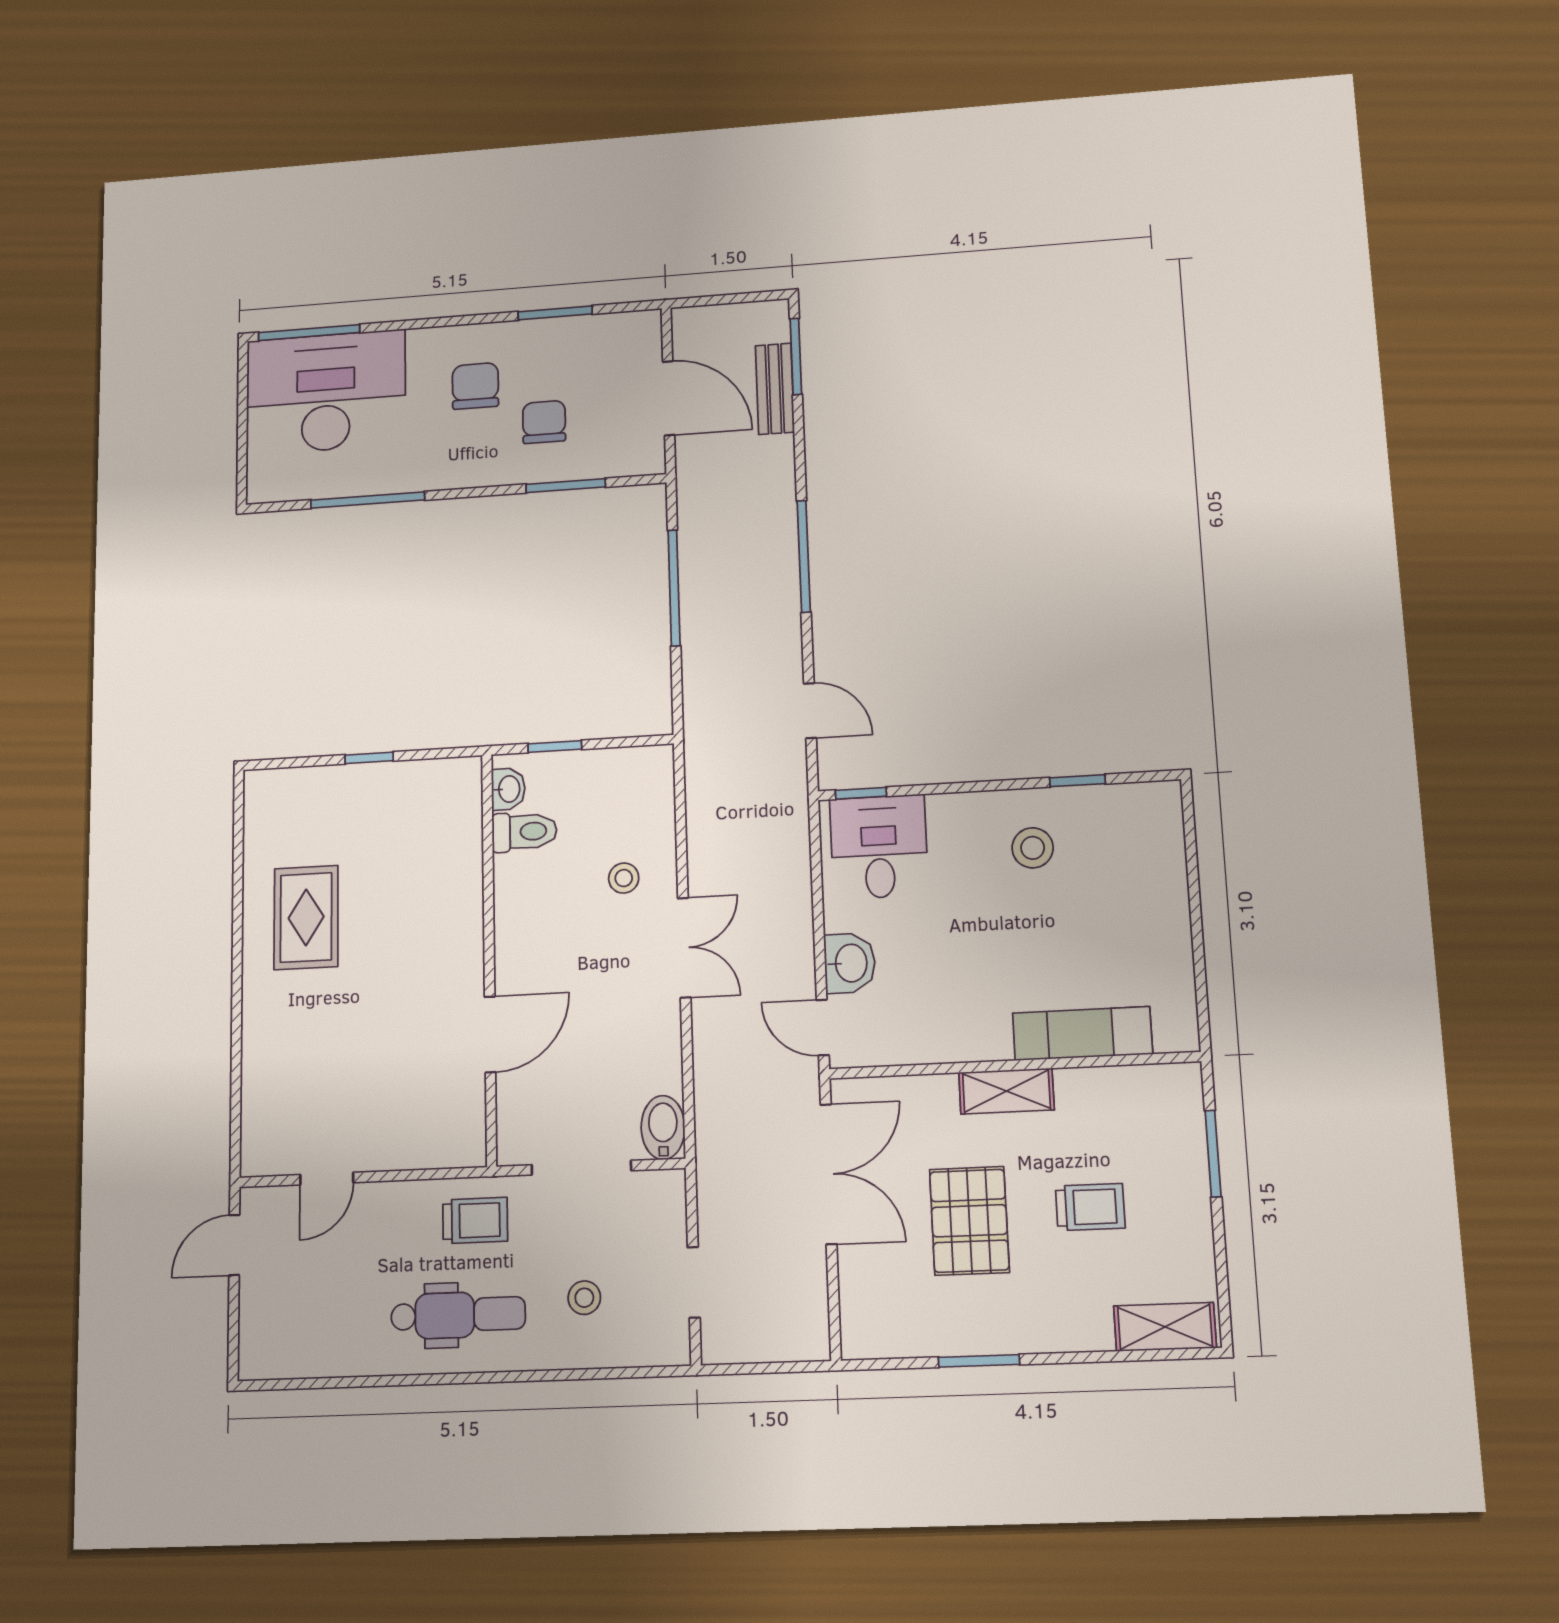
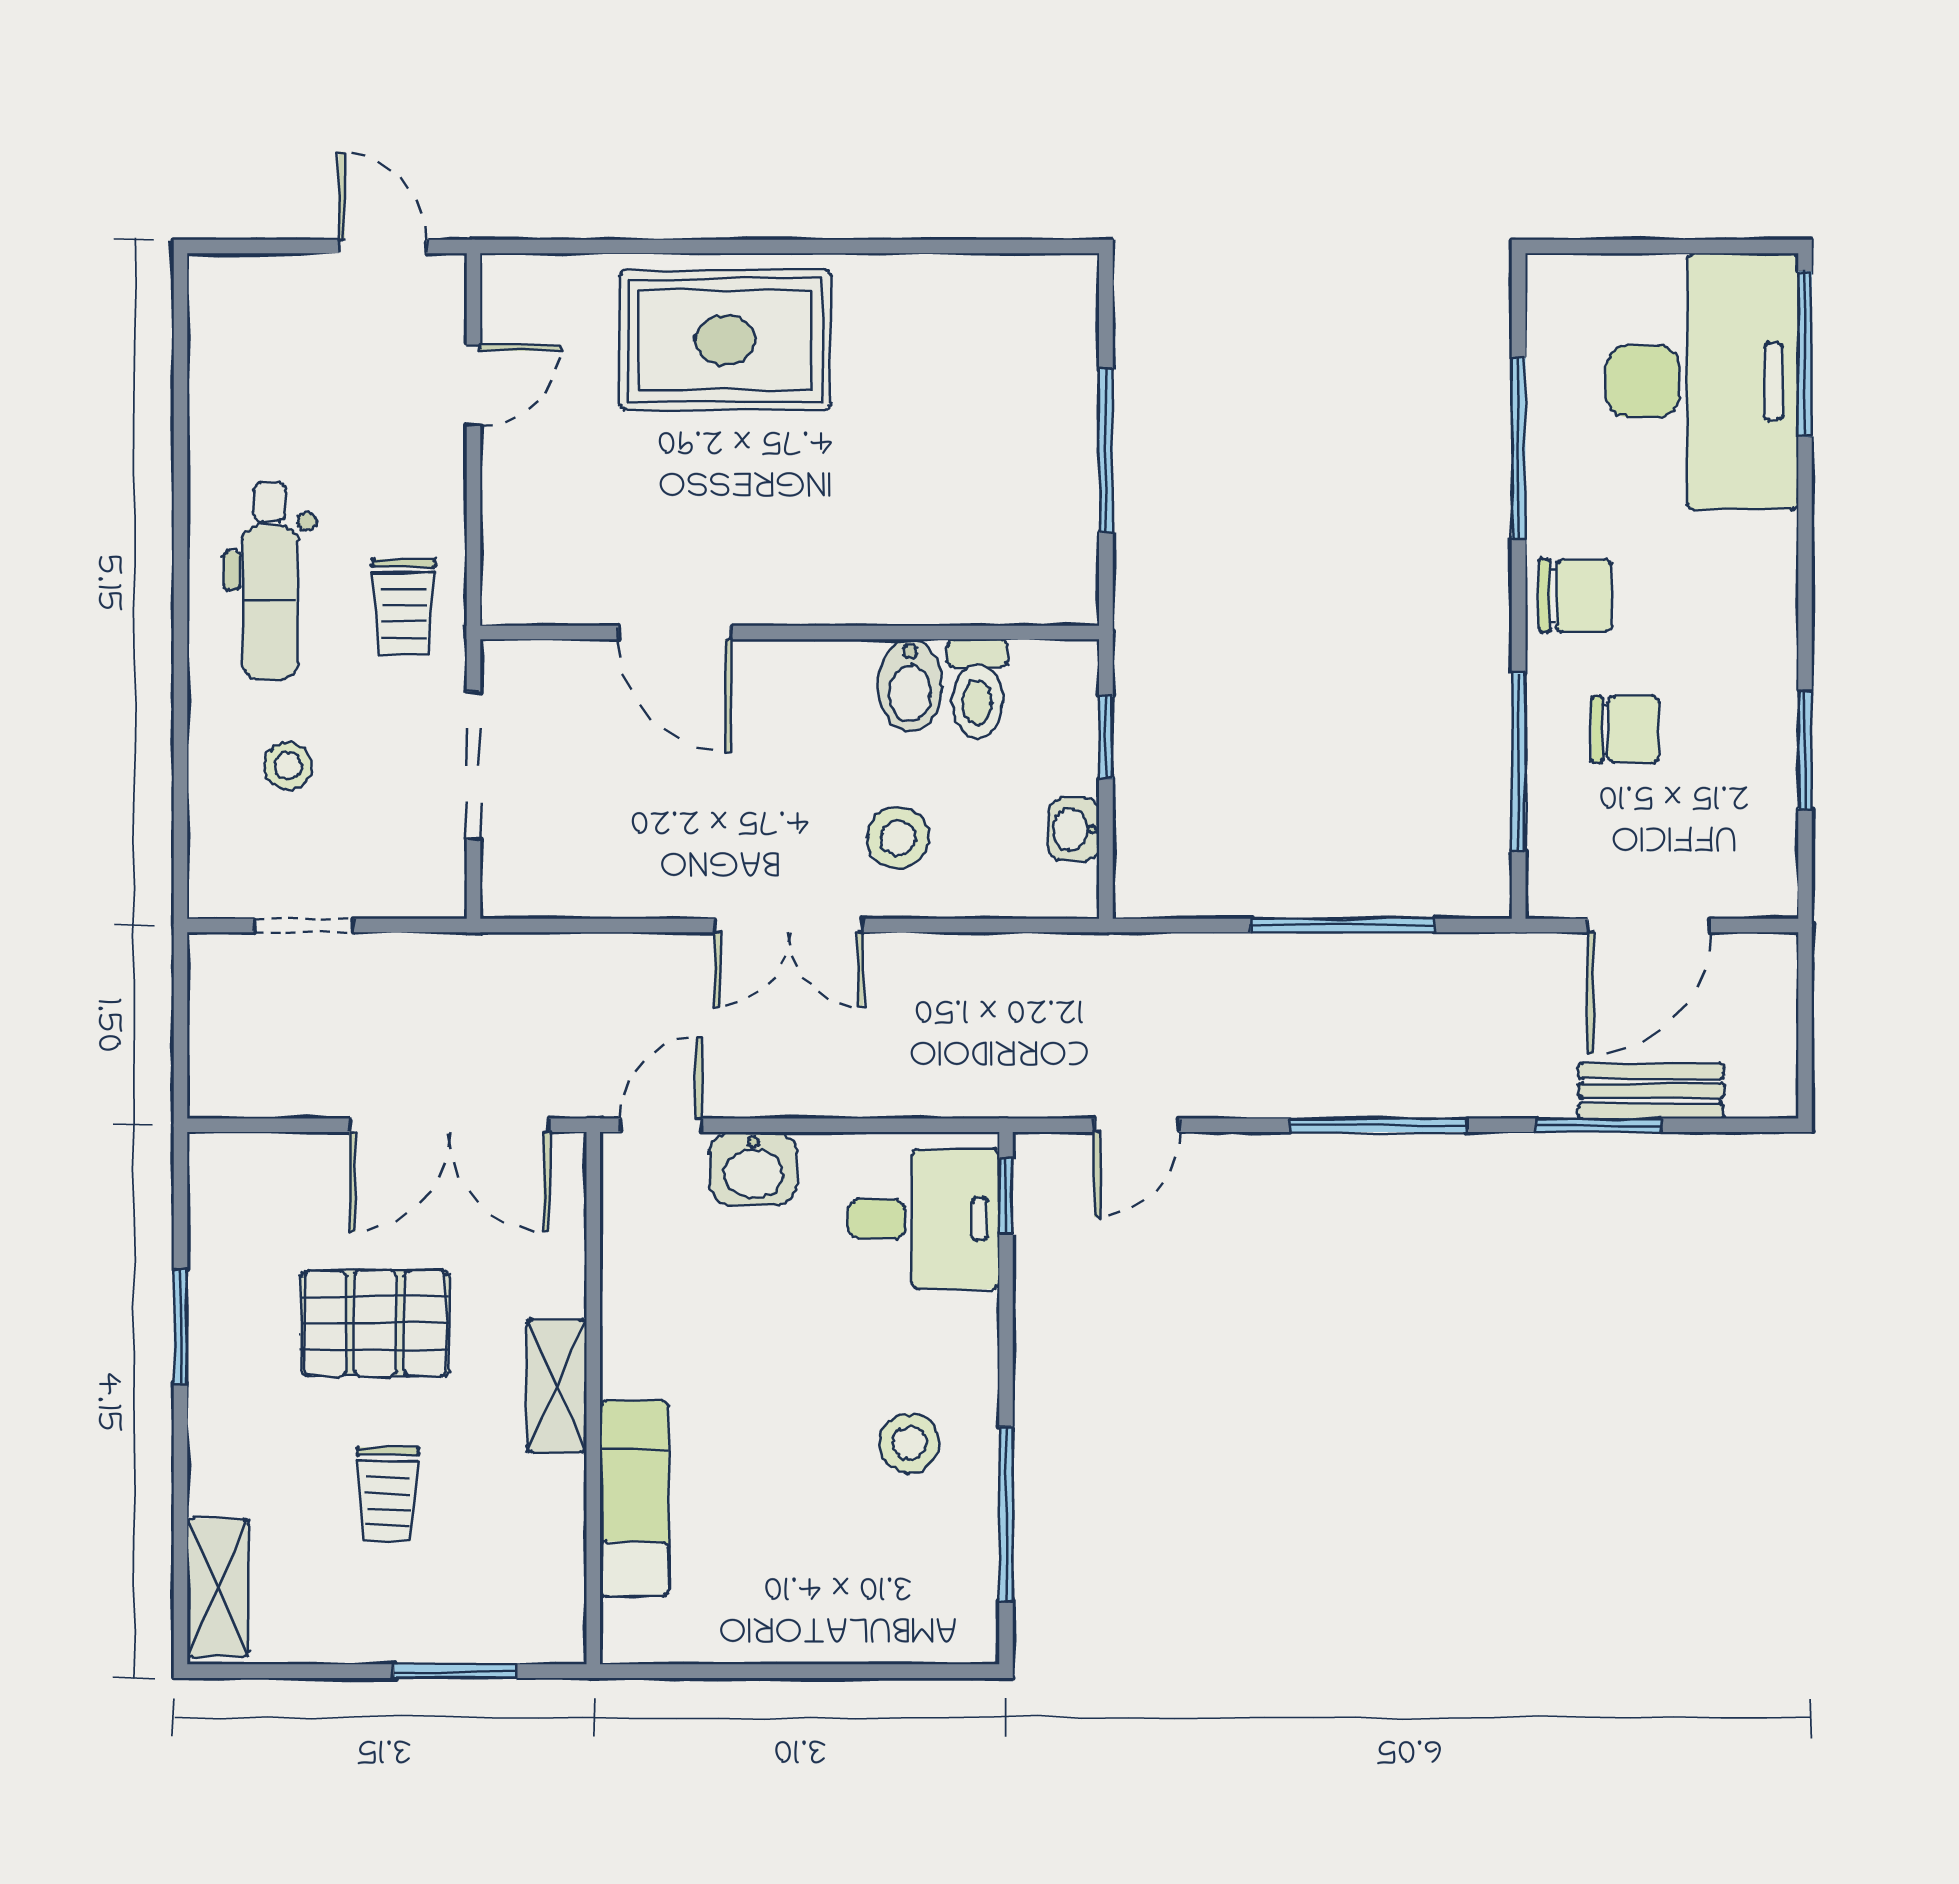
window: (796, 356) -> (1598, 1125), moved
chair: (475, 386) -> (1575, 596), moved
window: (566, 486) -> (1519, 761), width x1.44
window: (369, 758) -> (1106, 450), width x2.17
window: (1077, 781) -> (1006, 1514), width x2.17
washbasin: (508, 789) -> (1074, 829), moved, turned 90
stool: (624, 878) -> (898, 838), width x1.37, depth x1.37
rug: (306, 917) -> (725, 340), moved, width x1.36, depth x1.43
bidet: (663, 1127) -> (910, 686), moved, turned 90
door: (327, 1179) -> (473, 385), swing flipped

